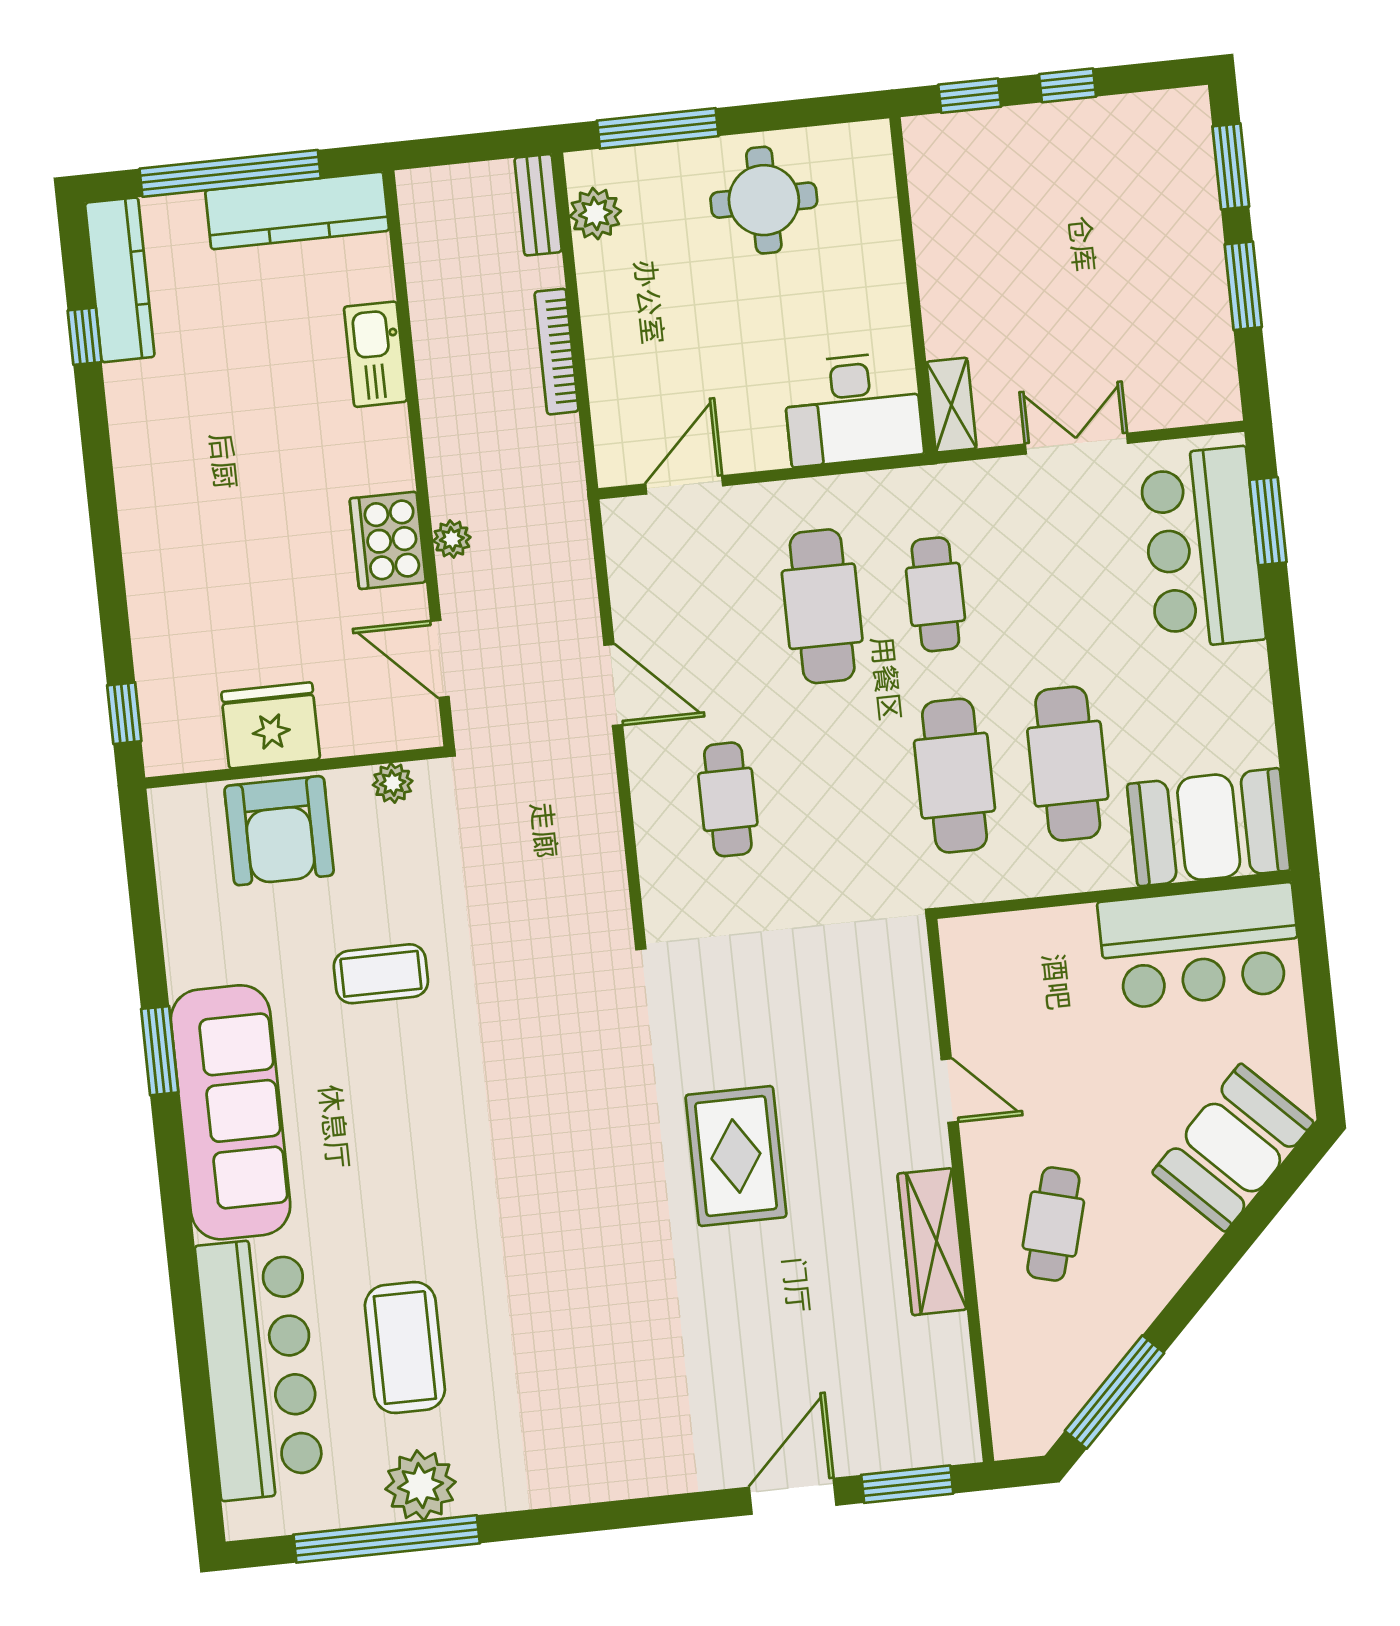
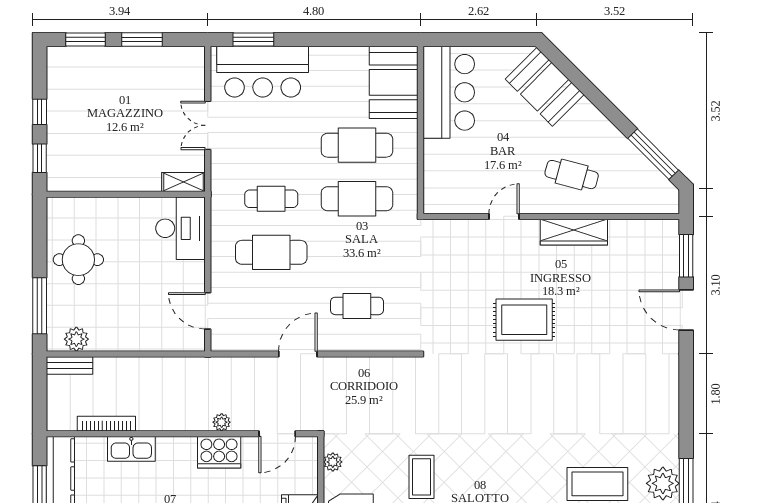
bookcase: (557, 352) -> (106, 424), moved, turned 180

